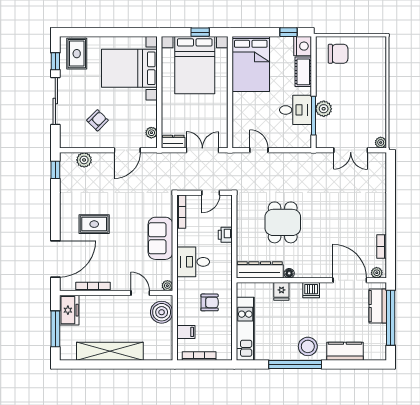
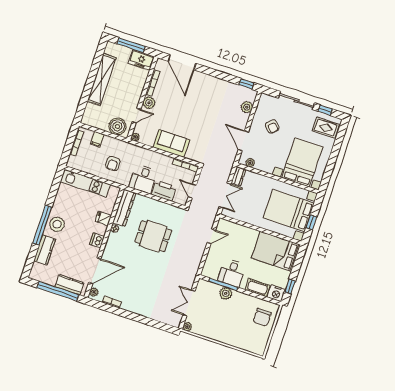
rug: (94, 224) -> (198, 99), removed
printer: (225, 235) -> (164, 191), width x1.87, depth x1.48
desk: (193, 262) -> (143, 179), moved, turned 180
plant: (119, 283) -> (149, 103), added
window: (295, 365) -> (42, 225), moved

